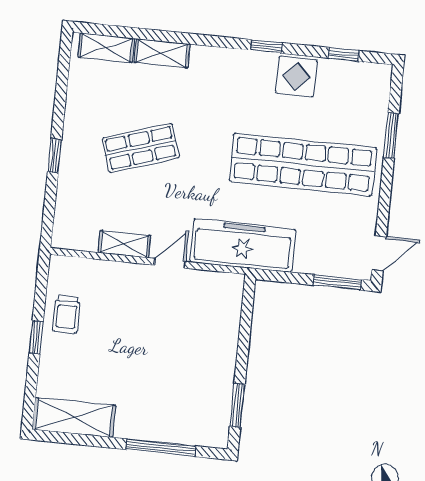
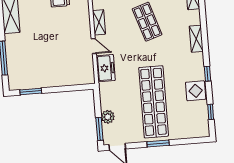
shelving: (162, 53) -> (196, 39), moved
window: (391, 135) -> (158, 143), moved
freezer: (243, 246) -> (106, 68), width x0.52, depth x0.79
plant: (316, 261) -> (108, 117), added

